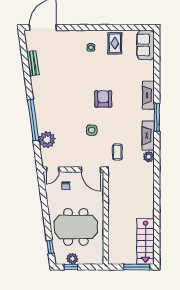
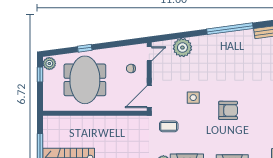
window: (33, 120) -> (230, 29), moved
door: (53, 169) -> (149, 54), swing flipped
window: (50, 247) -> (85, 48), moved
plant: (72, 259) -> (49, 64), moved

